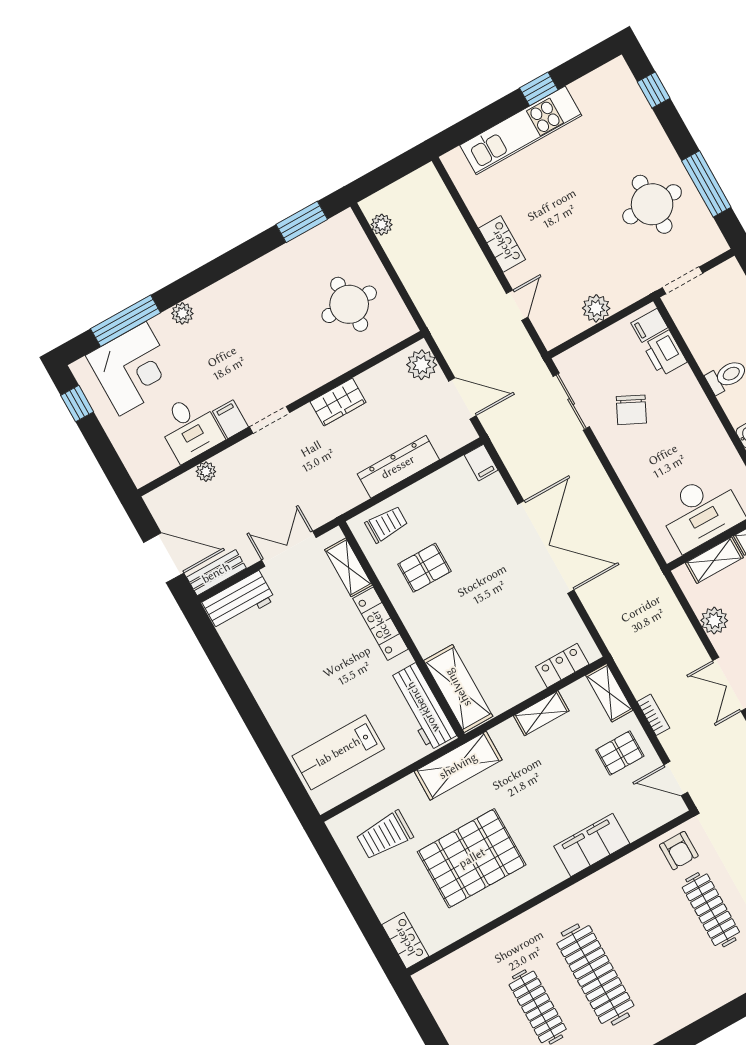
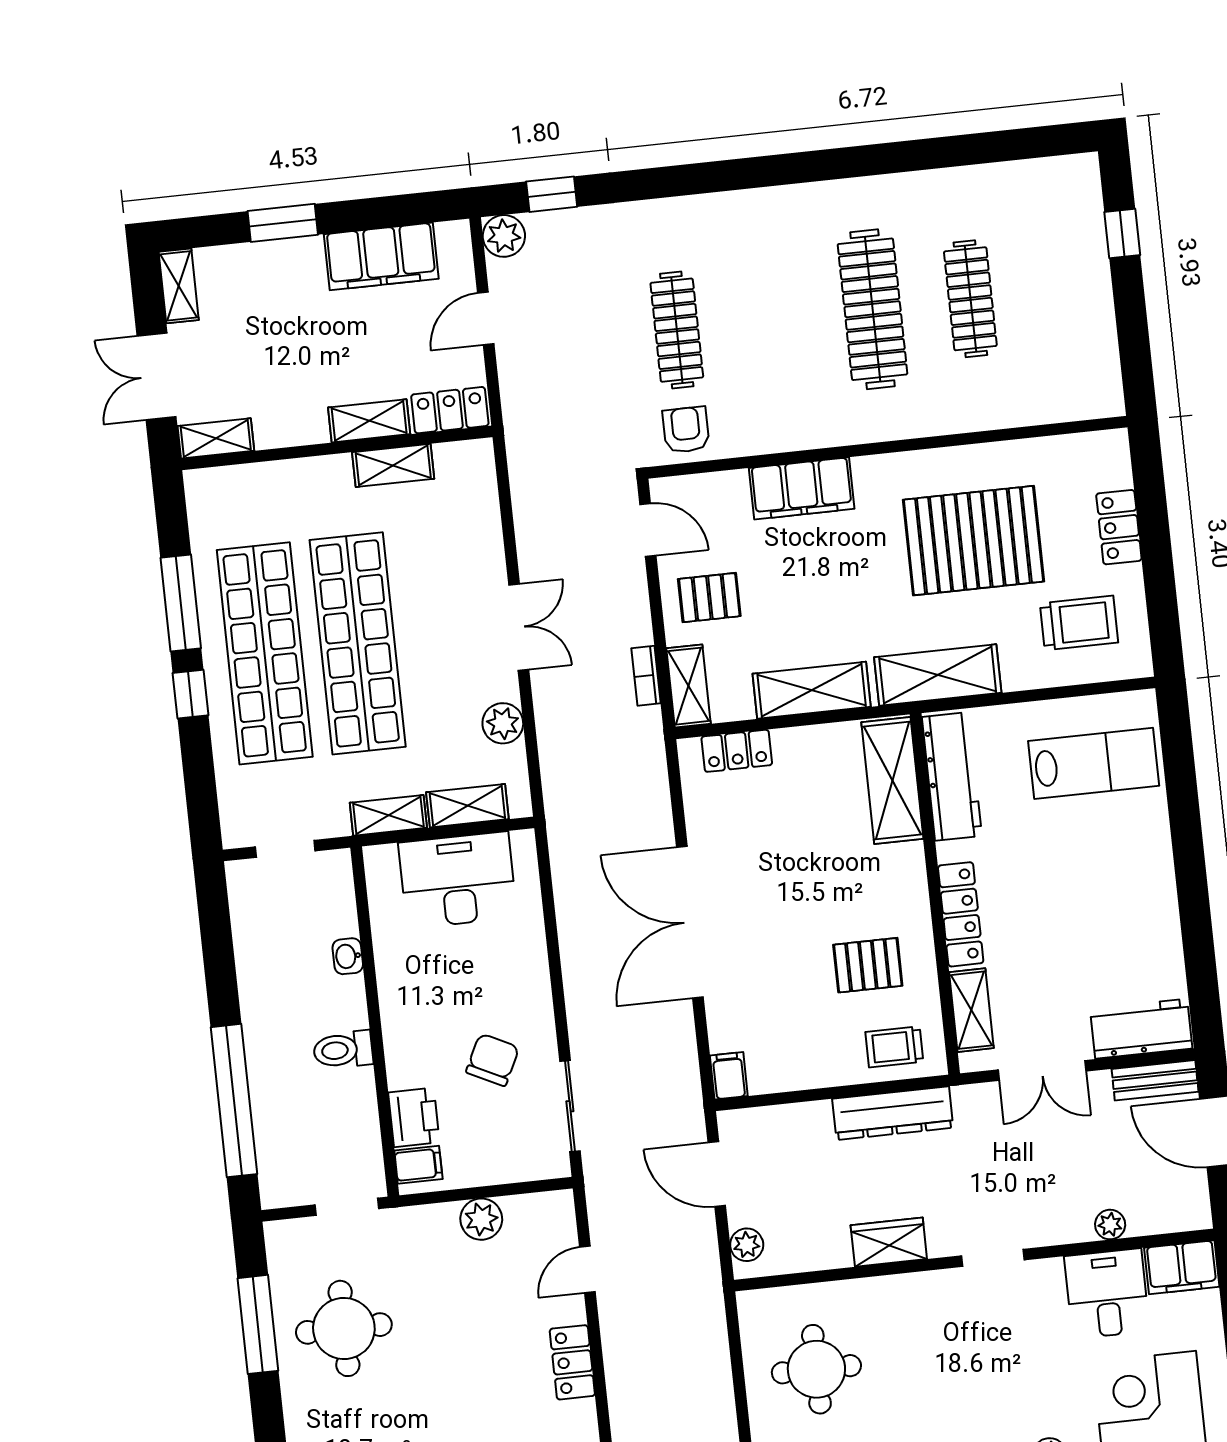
plant: (422, 365) -> (747, 1245), width x0.73, depth x0.73
filing cabinet: (231, 419) -> (1182, 1267), moved, width x2.00
dresser: (398, 467) -> (893, 1113), moved
shelving: (541, 713) -> (812, 690), width x1.50, depth x1.33
bookcase: (653, 715) -> (646, 676), moved
locker: (405, 941) -> (1119, 527), moved

